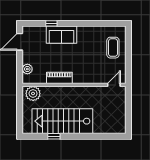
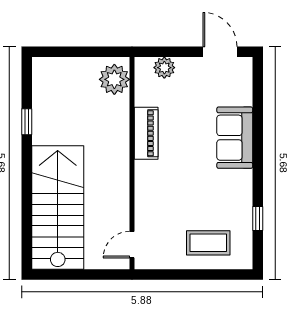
window: (51, 23) -> (258, 218), moved
door: (114, 85) -> (132, 245), swing flipped
stairs: (62, 121) -> (58, 207), moved

